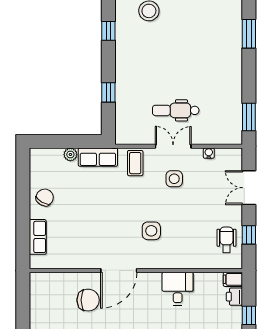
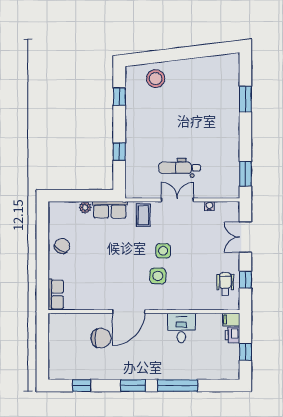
side table: (174, 179) -> (163, 251), moved
row of seats: (38, 237) -> (56, 294), moved

